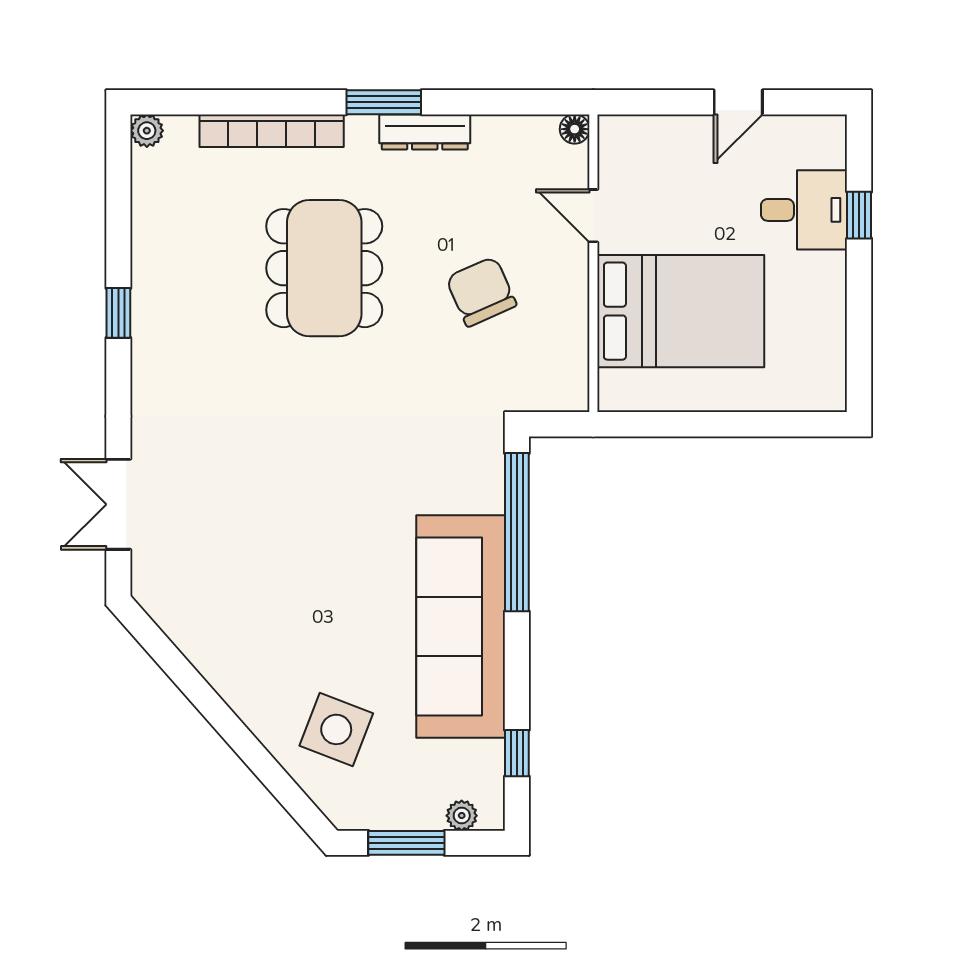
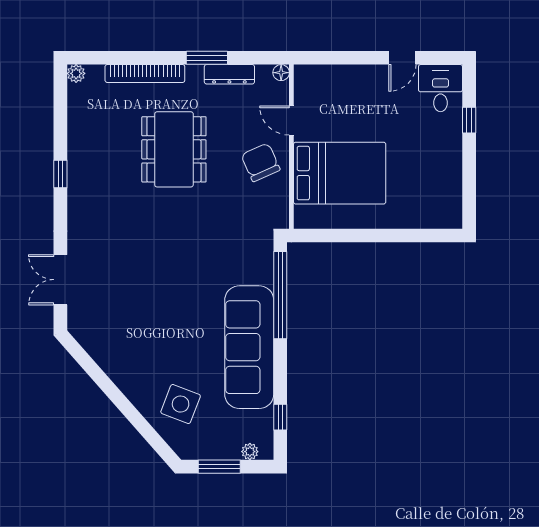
floor lamp: (575, 129) -> (281, 73), moved
desk: (804, 210) -> (441, 88), moved, turned -90
door: (593, 216) -> (291, 120), moved
wall: (593, 263) -> (291, 147), moved
bed: (681, 311) -> (340, 173), moved

